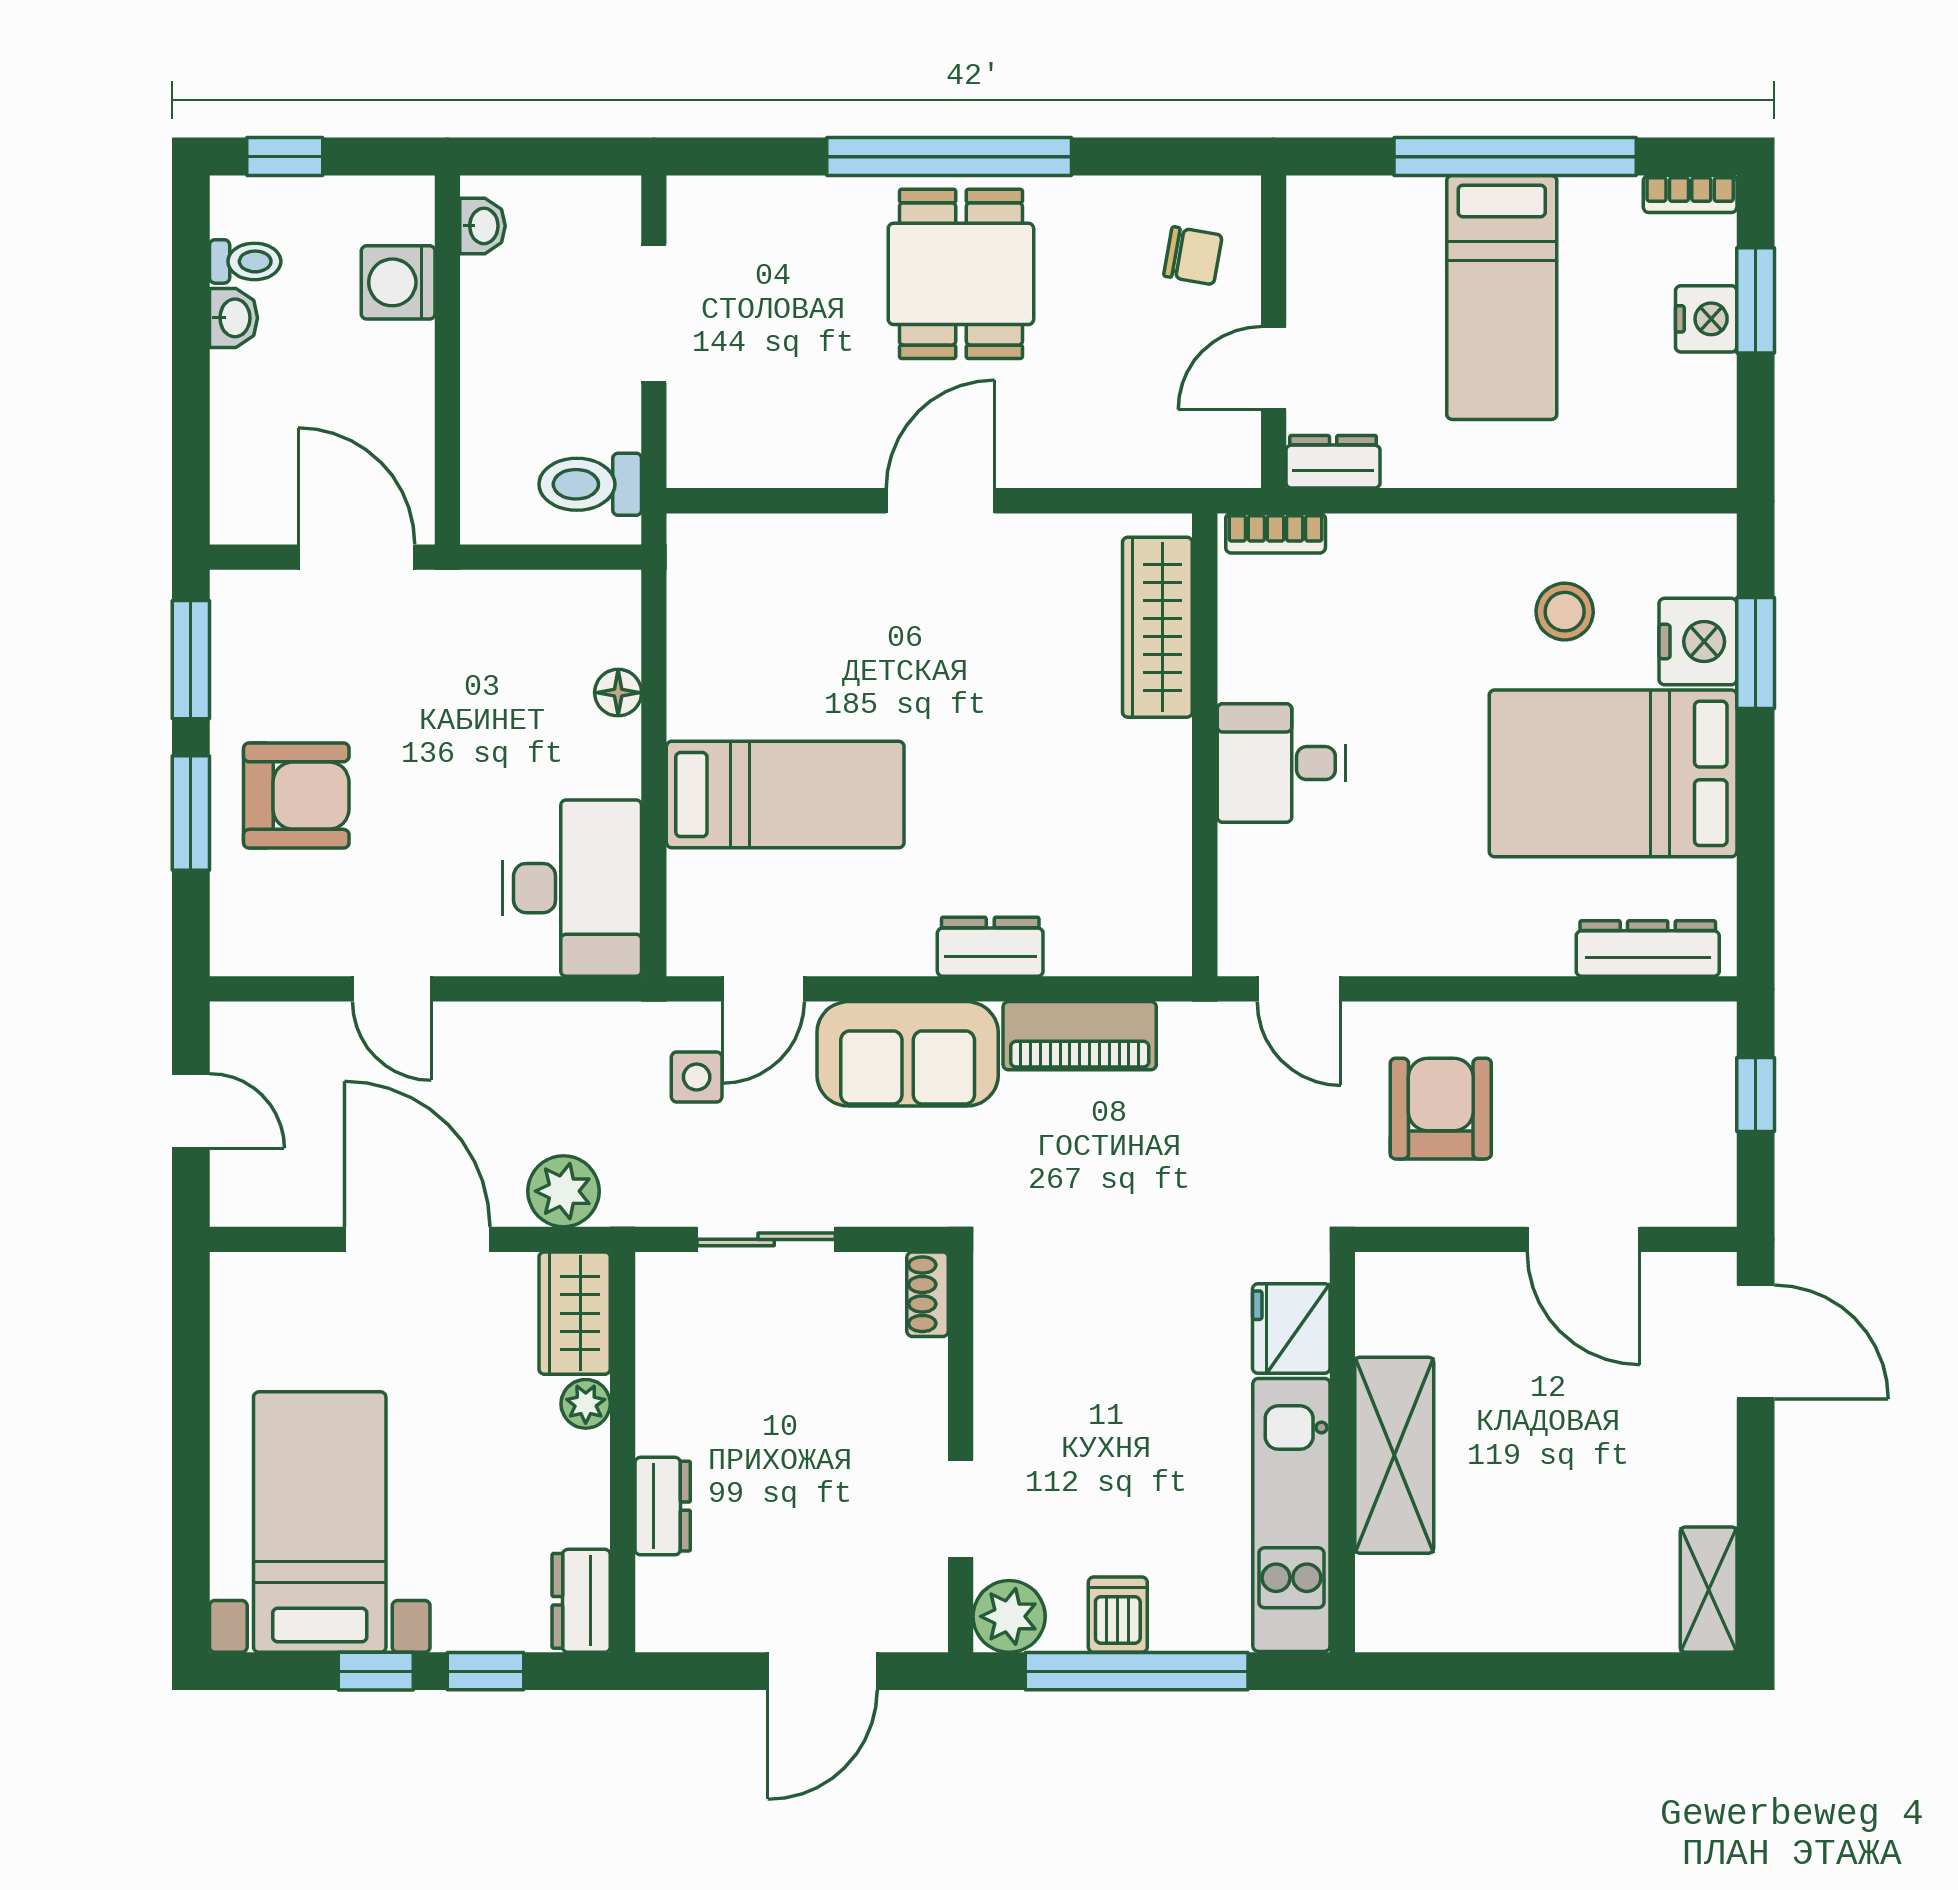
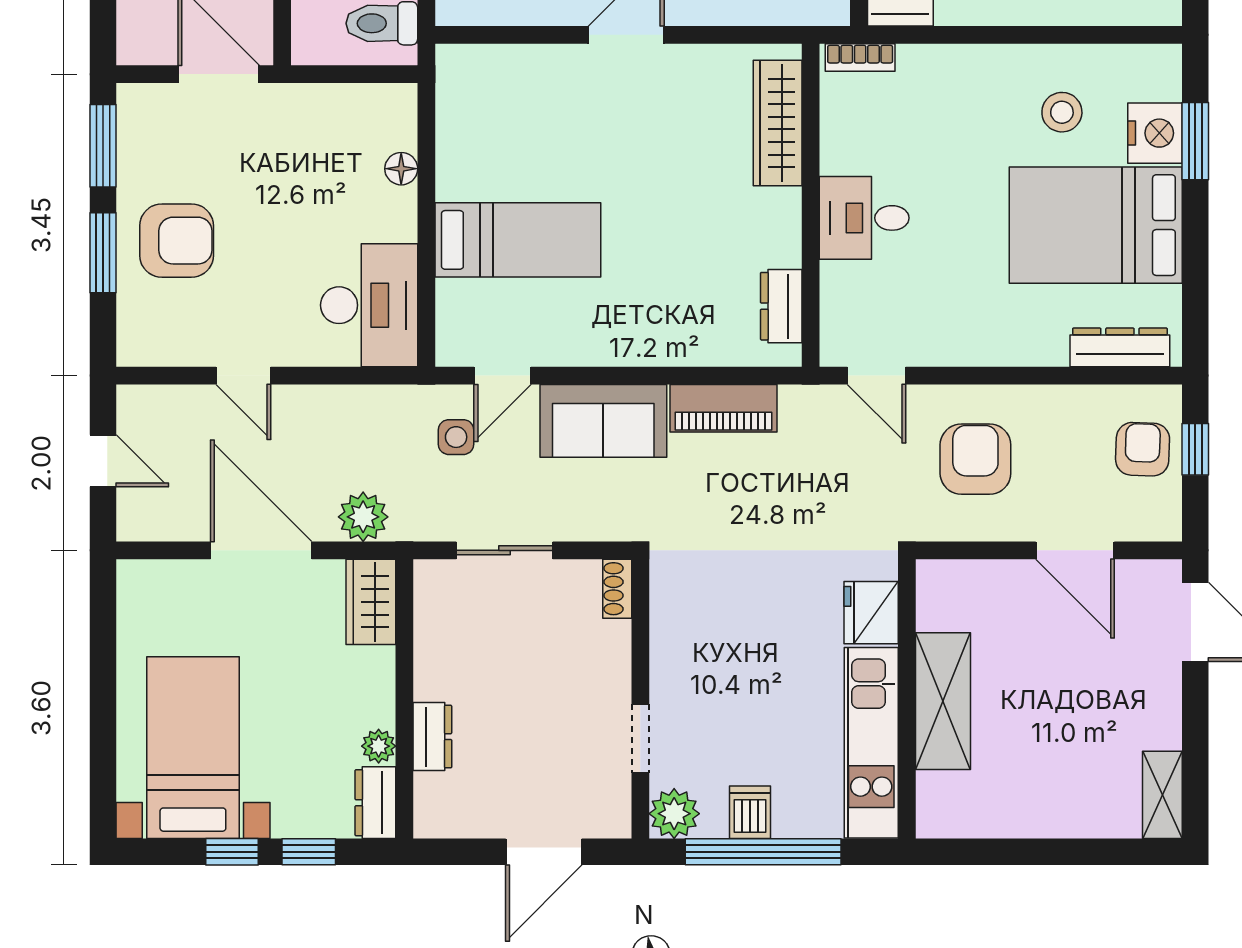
dresser: (990, 947) -> (781, 306), moved, turned -90
armchair: (1680, 1094) -> (1143, 449), added
plant: (586, 1404) -> (379, 746), moved

